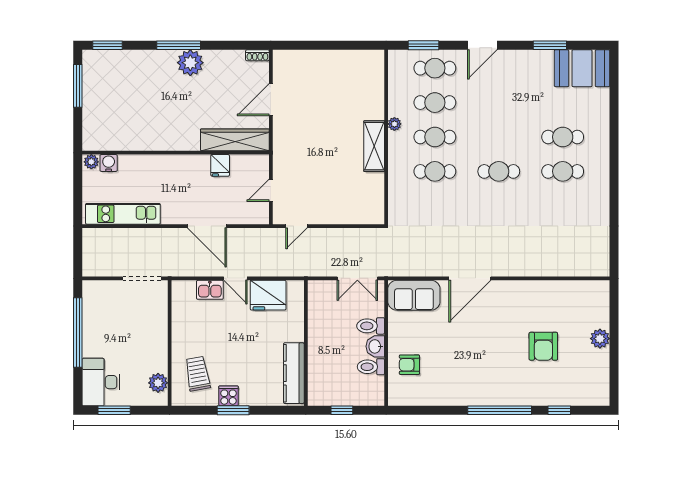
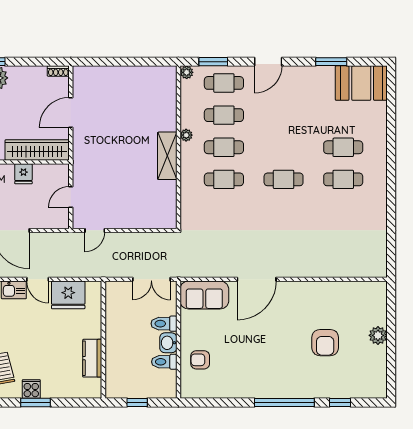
plant: (395, 57) -> (187, 72), added
kitchen counter: (294, 373) -> (92, 358), width x0.67

